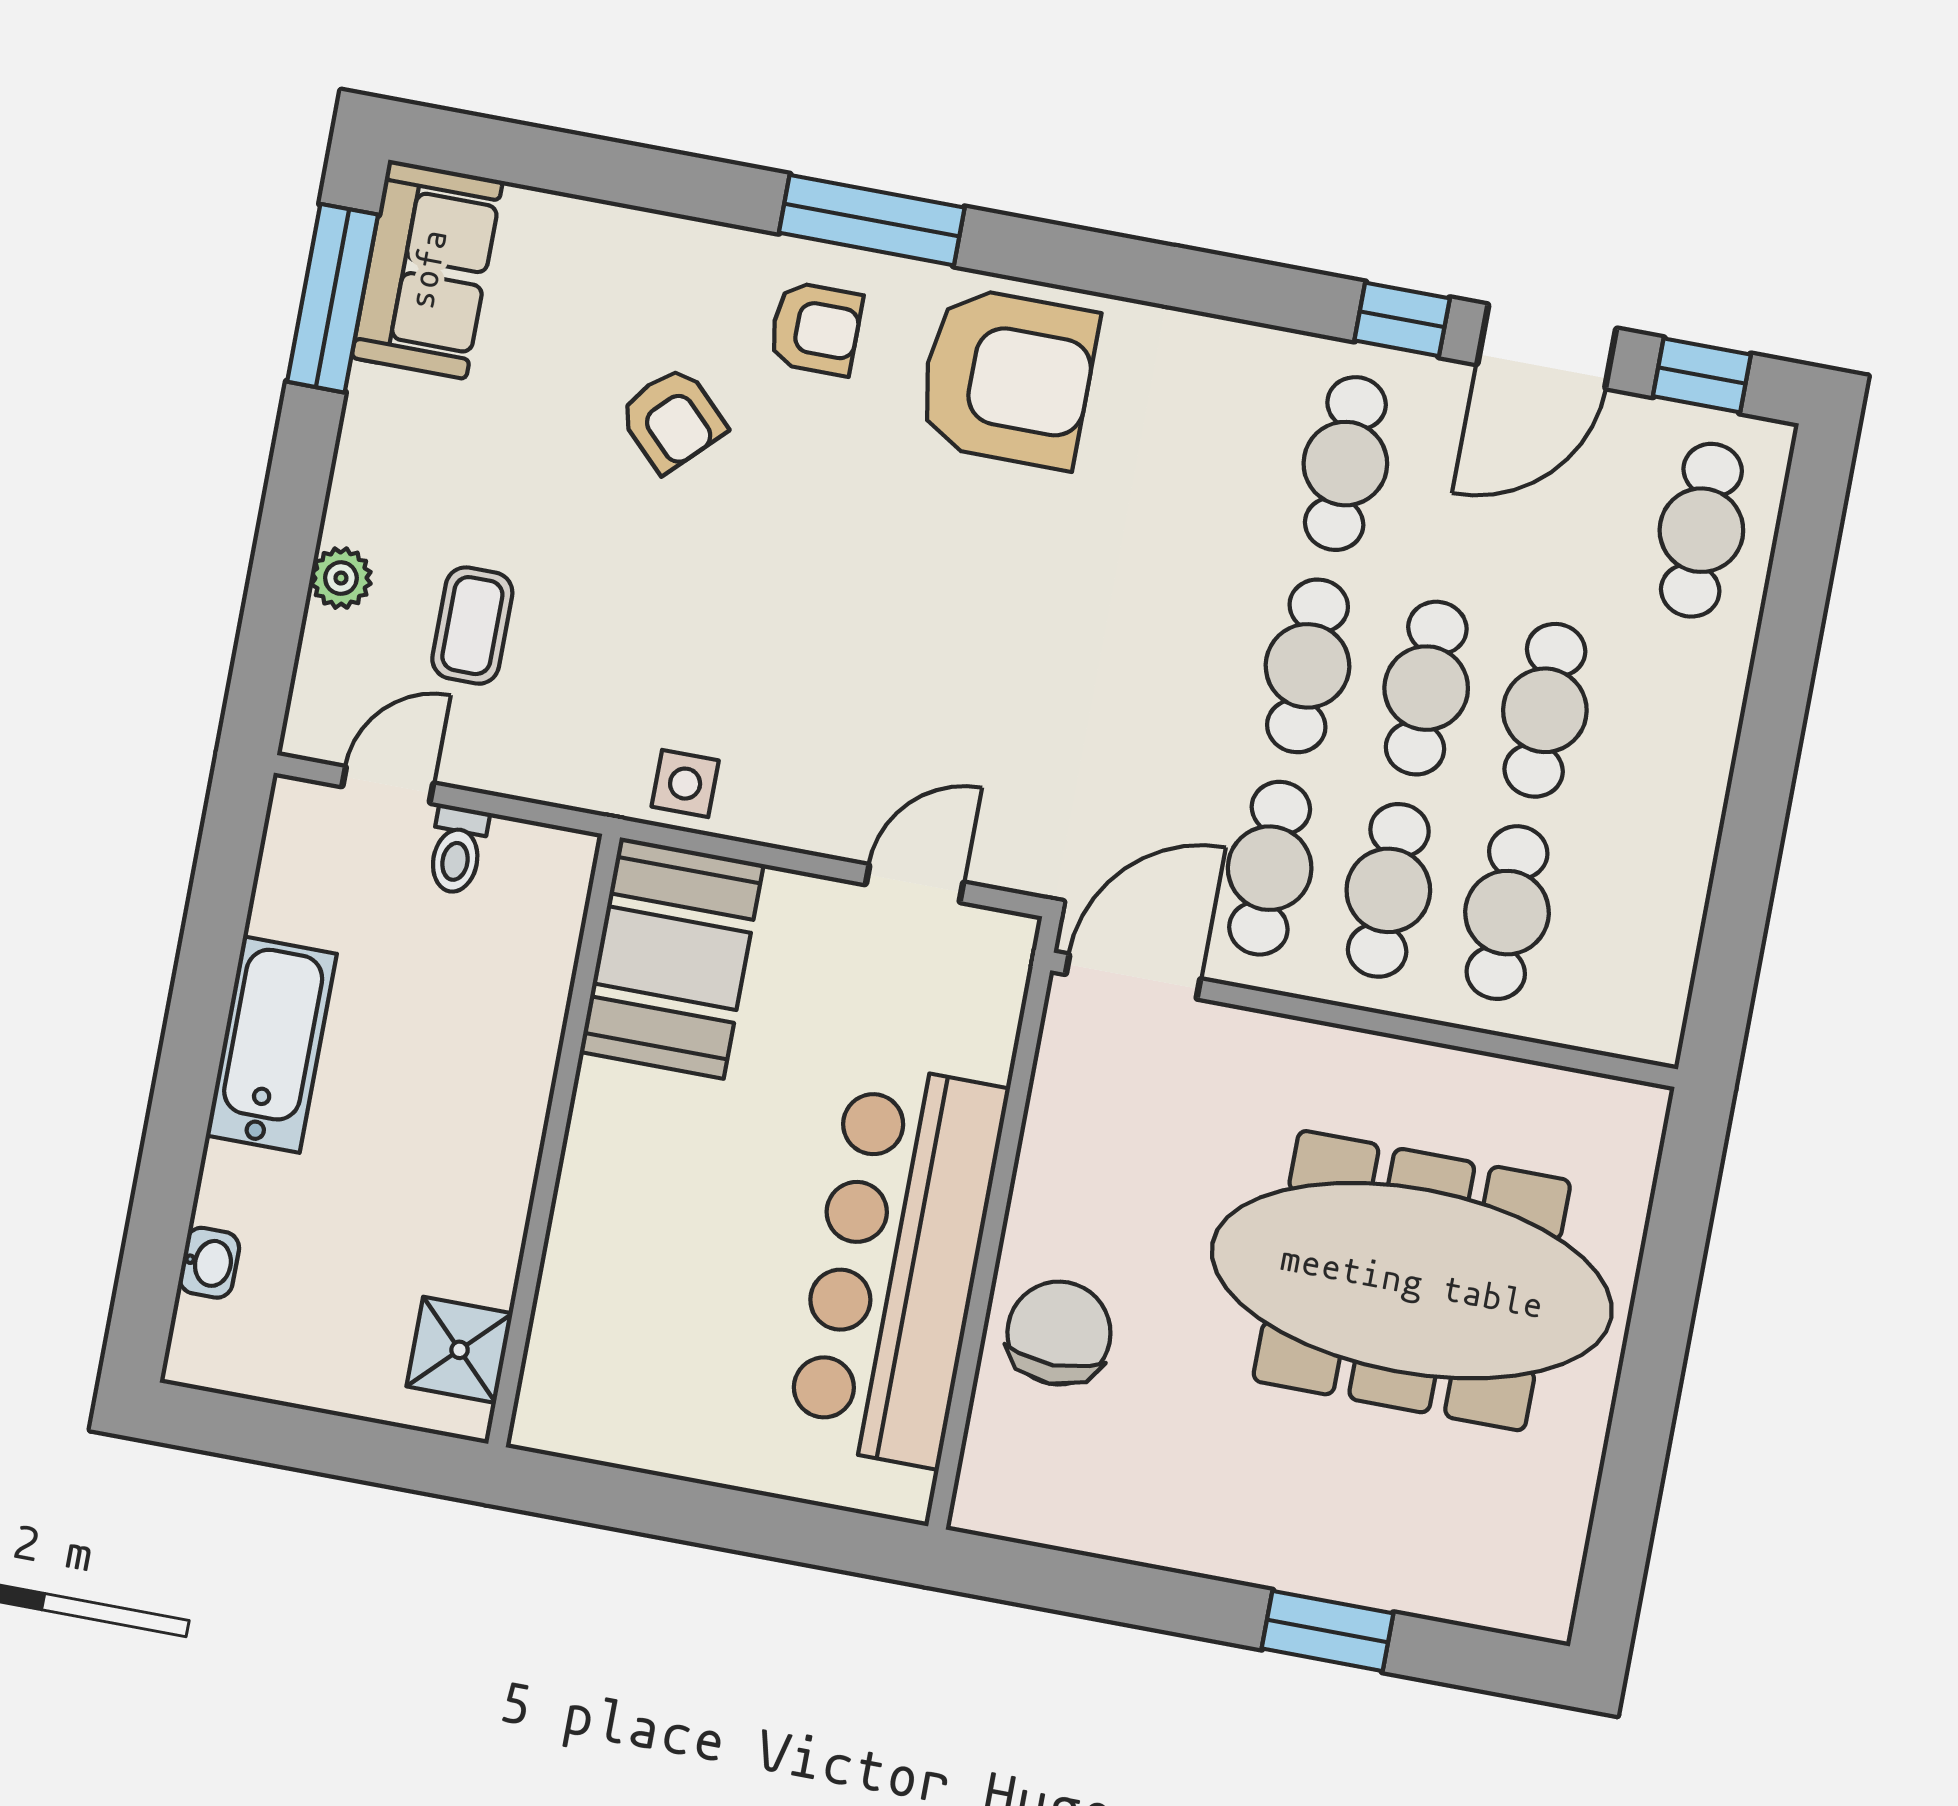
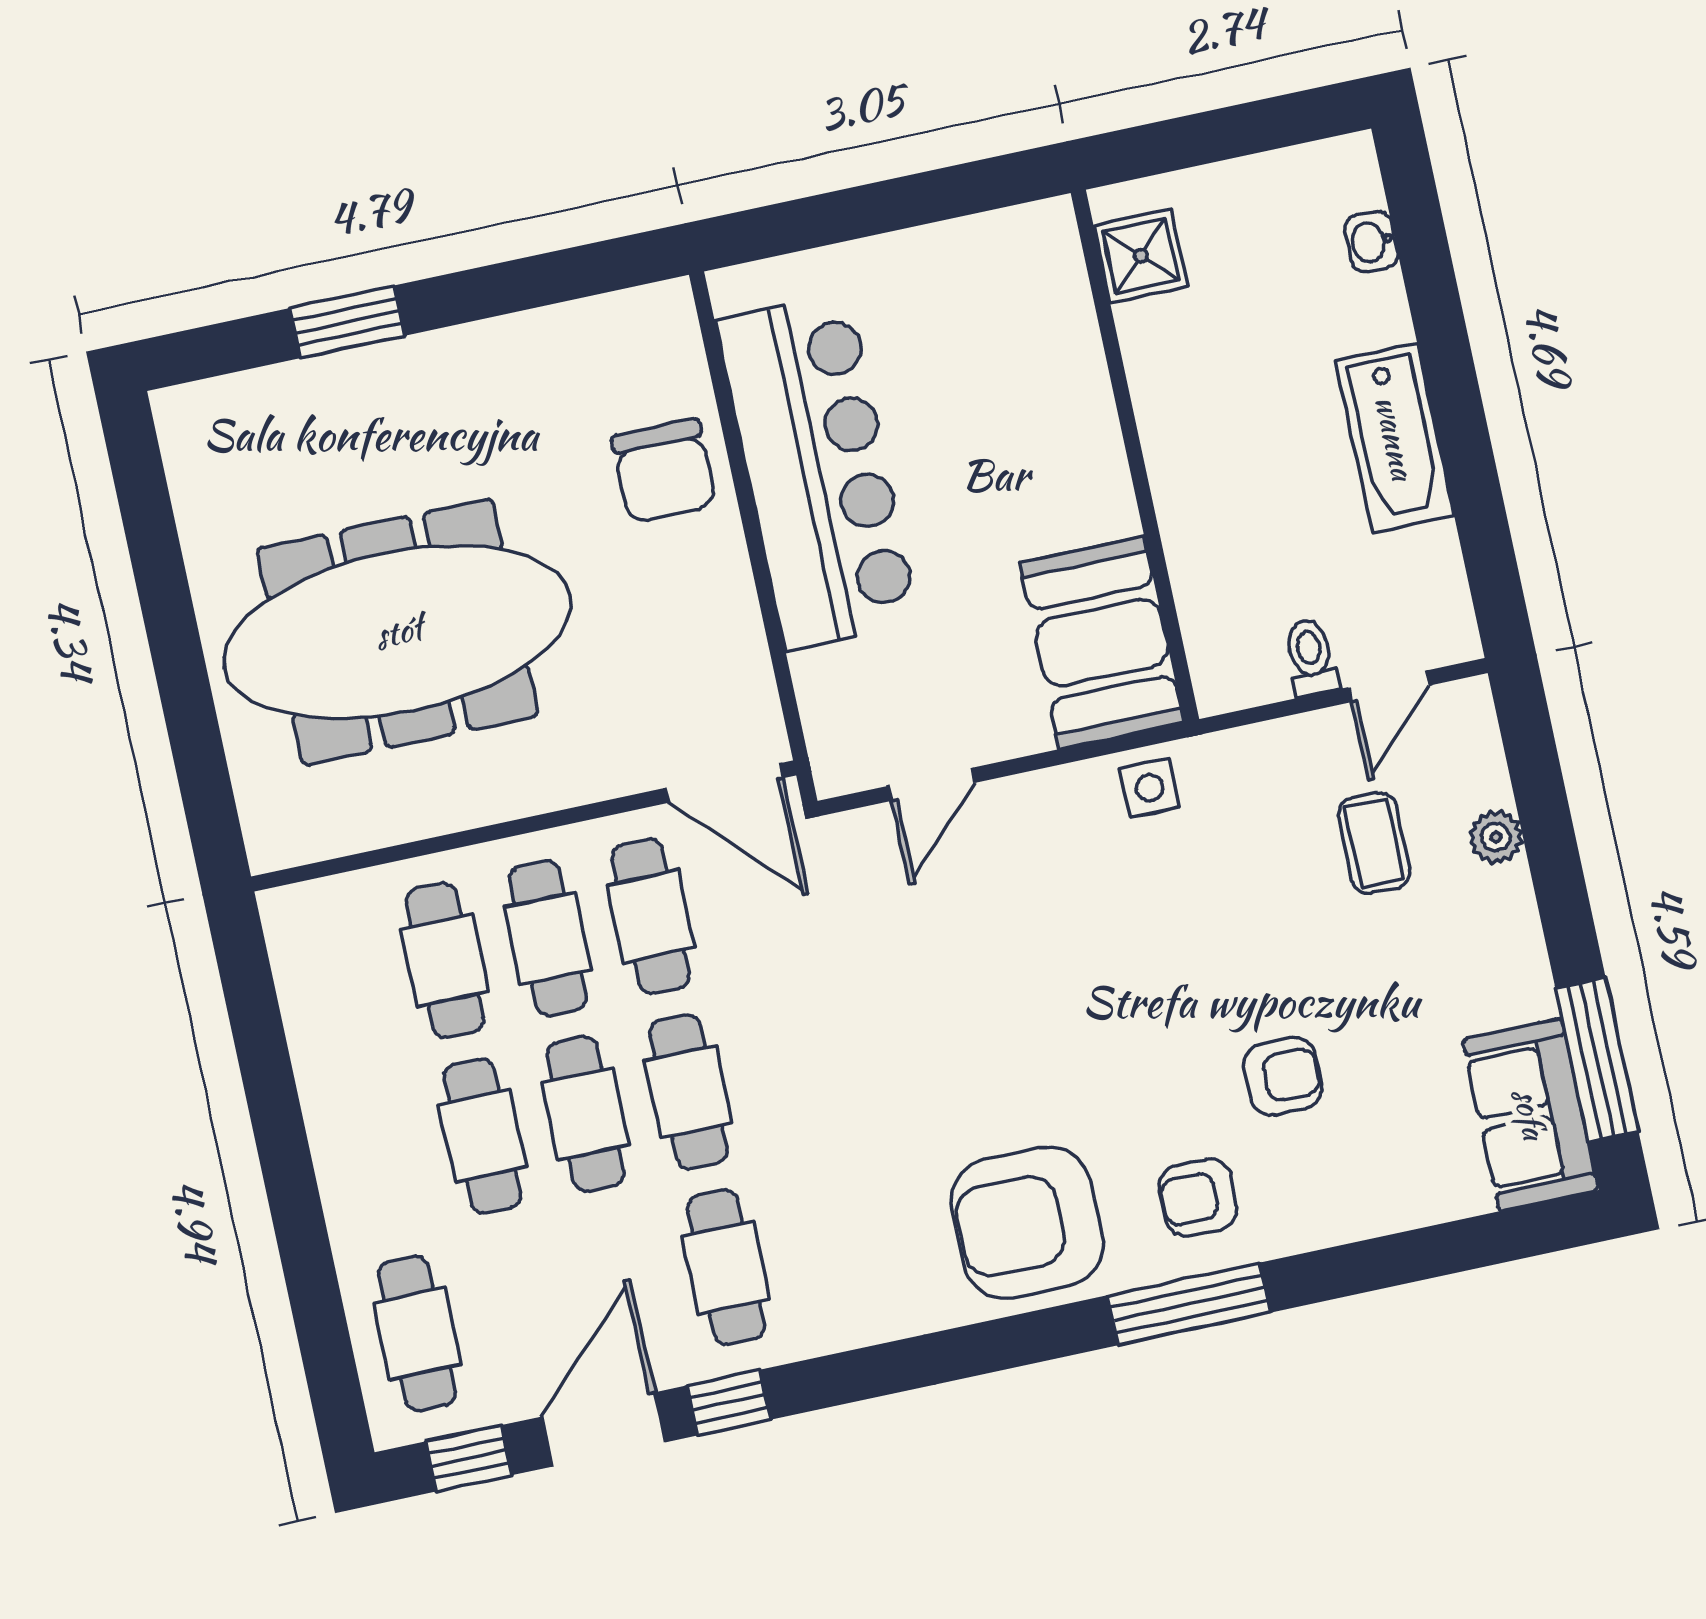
armchair: (672, 419) -> (1283, 1076), turned 135
door: (1133, 977) -> (724, 783), hinge flipped

